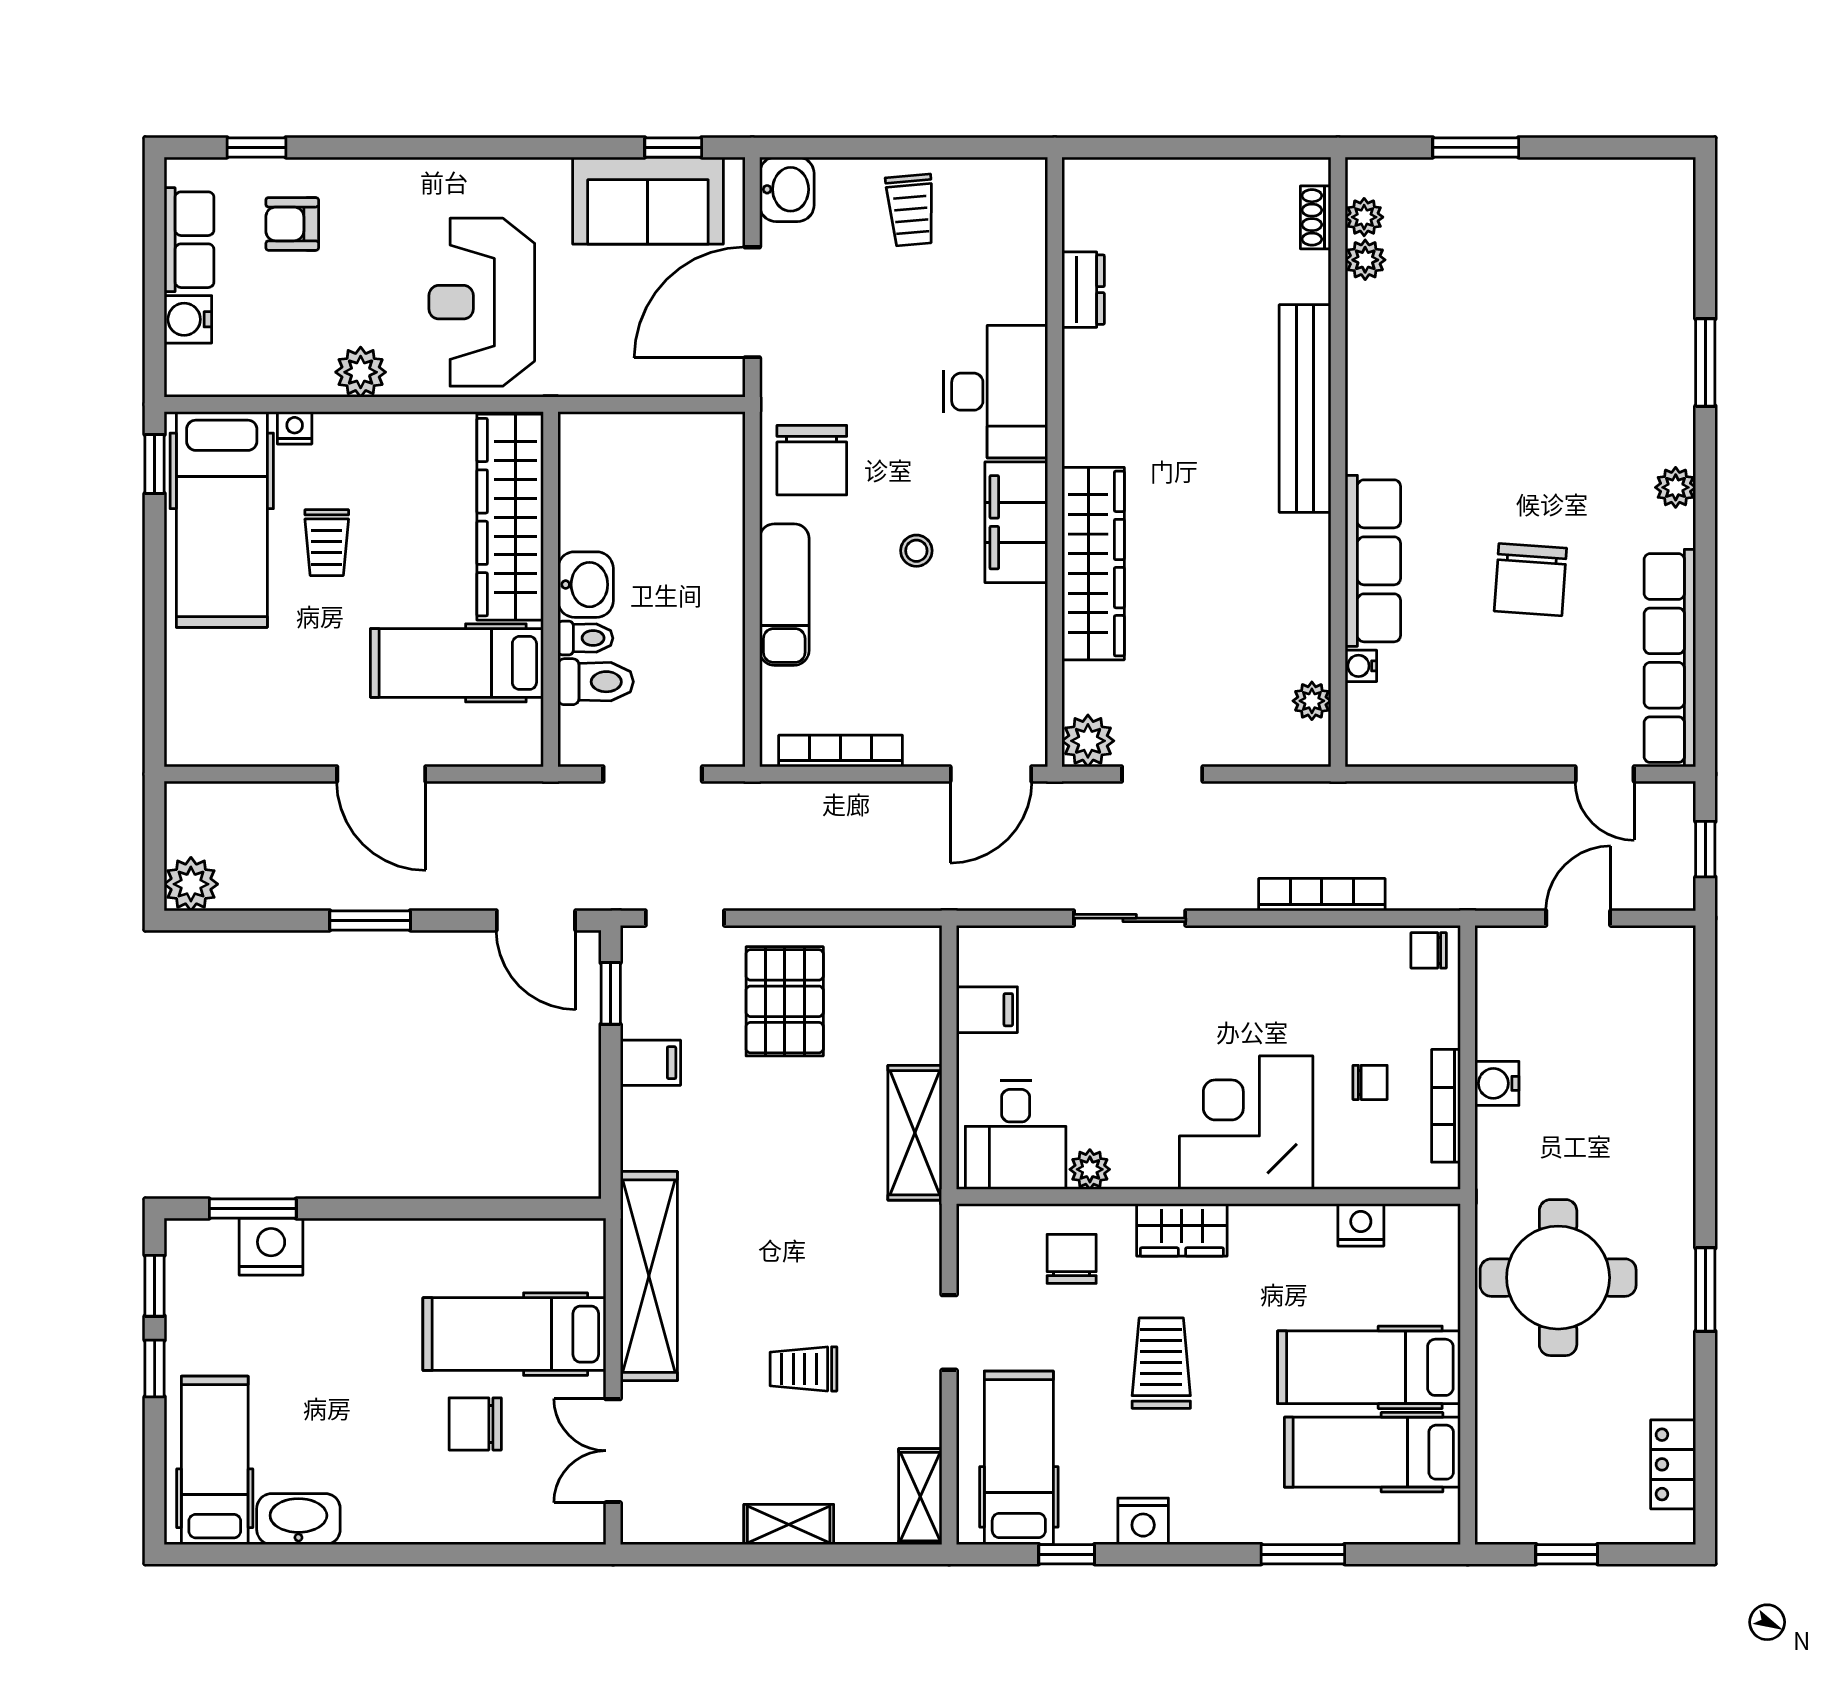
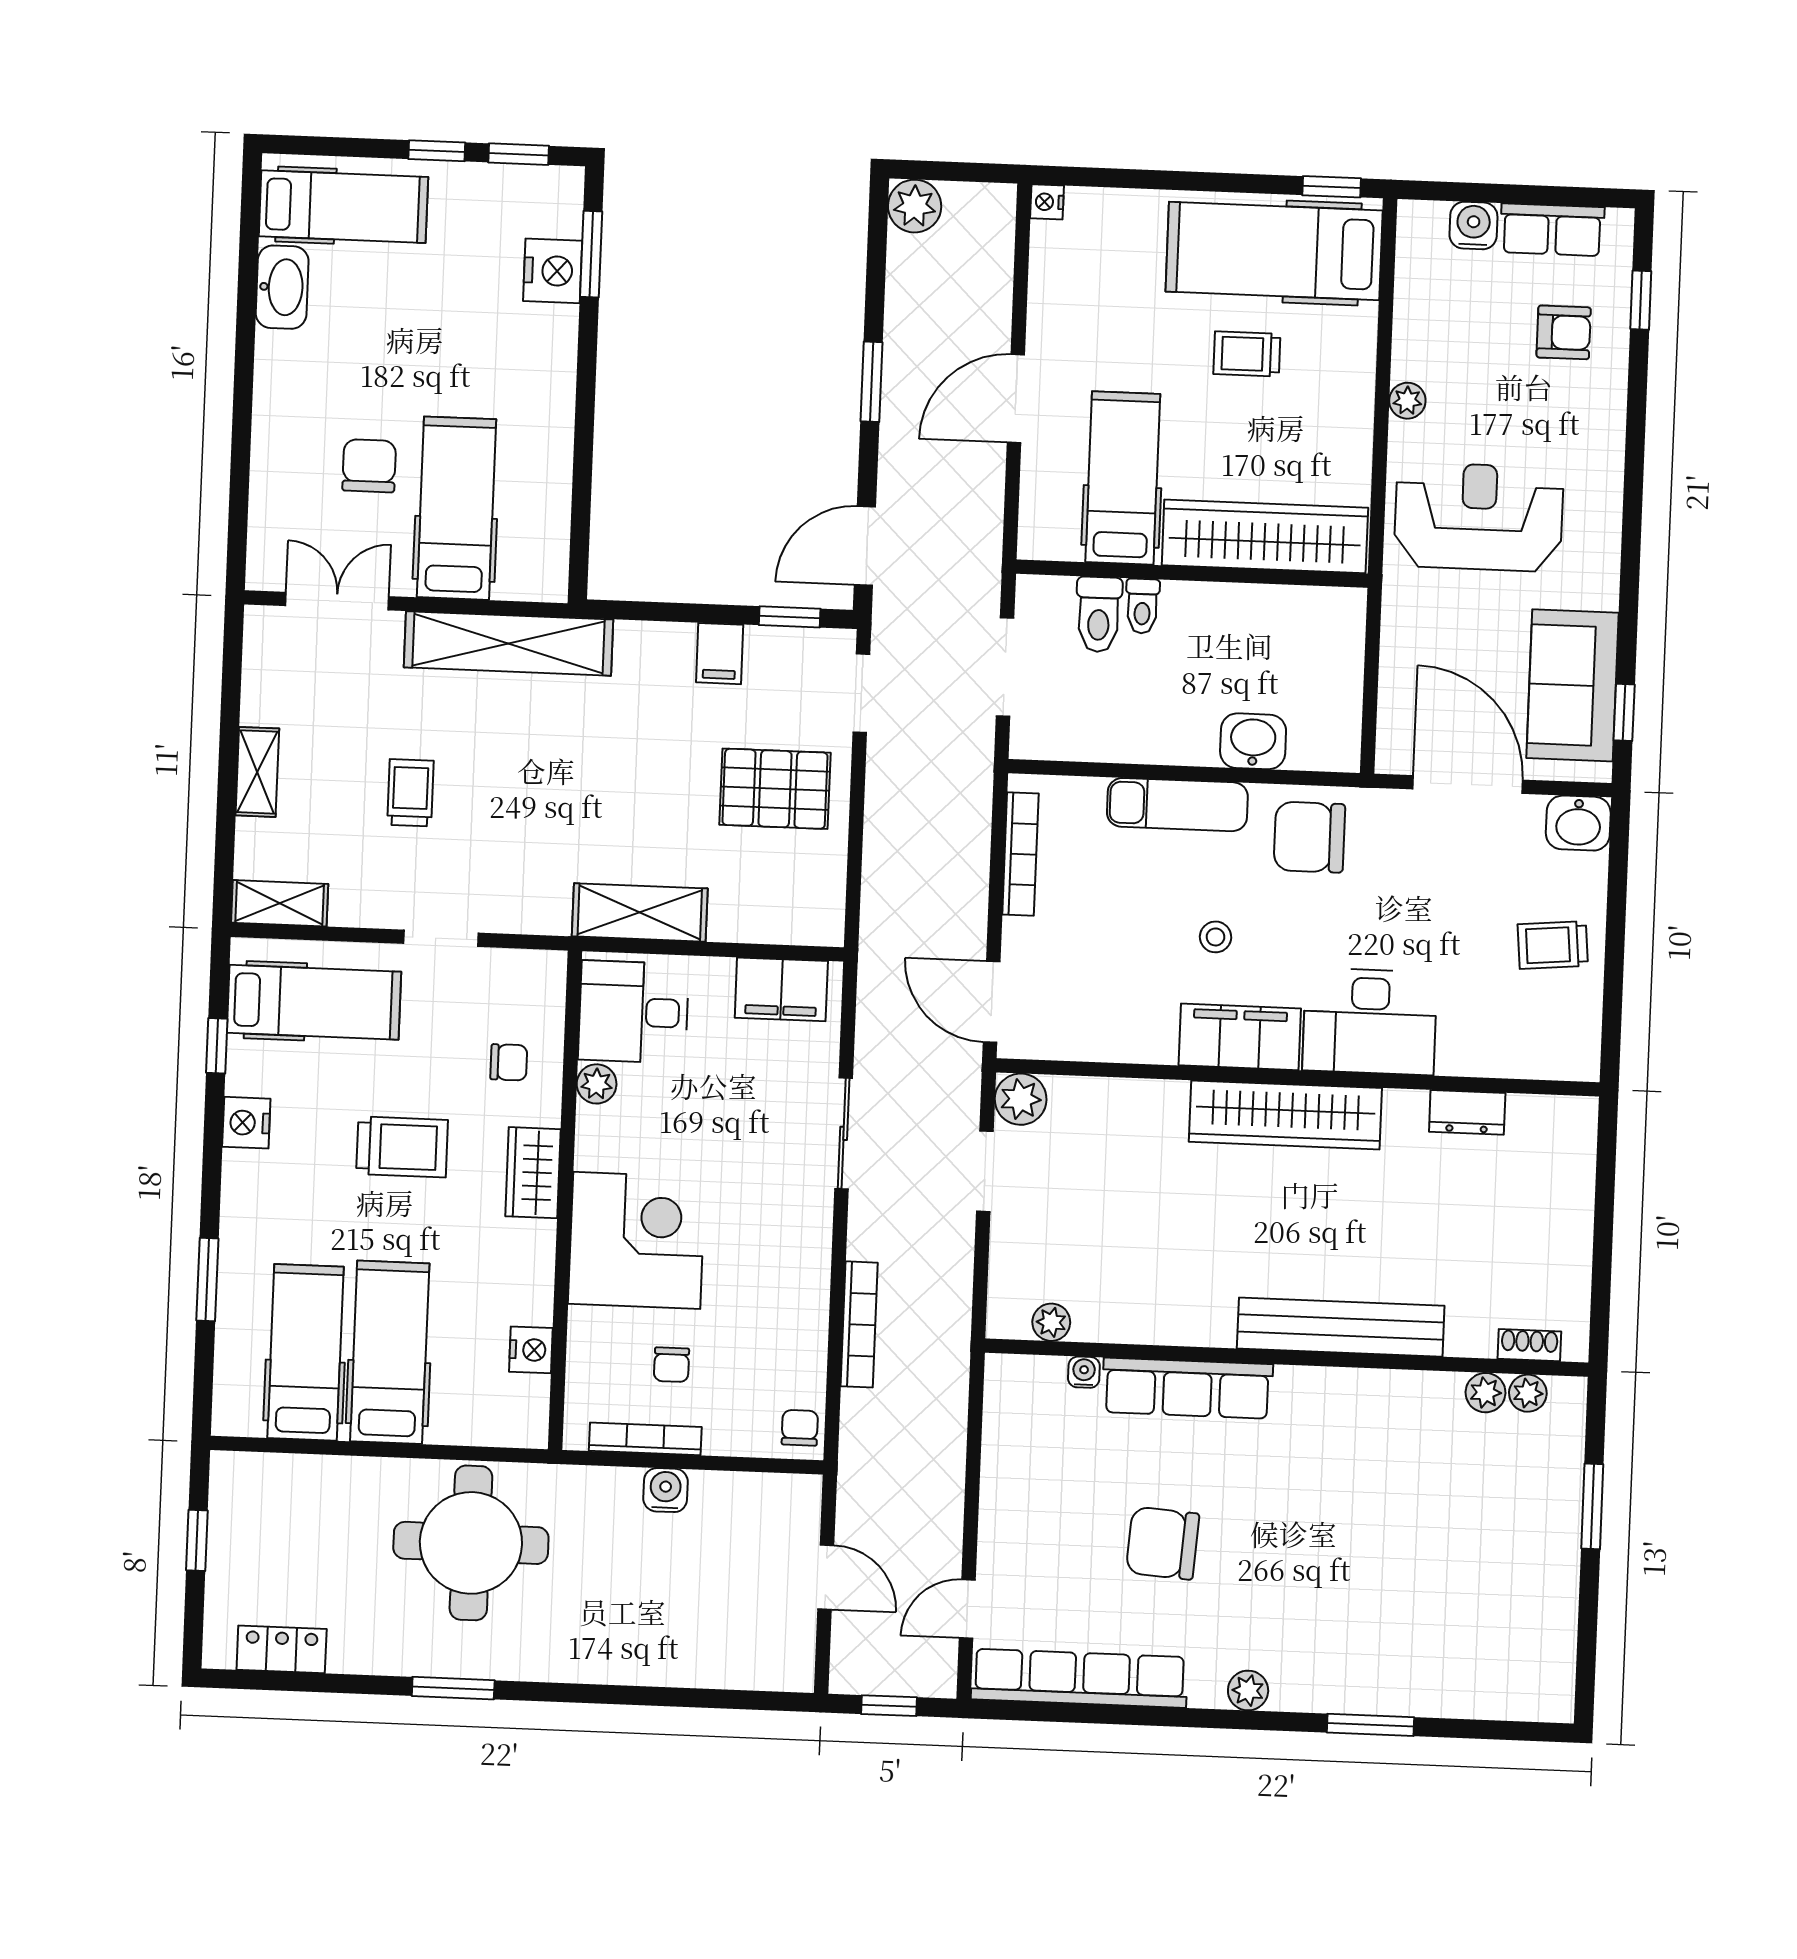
armchair: (292, 224) -> (1564, 332), turned 90
plant: (361, 372) -> (1407, 401), width x0.73, depth x0.73
nightstand: (295, 428) -> (1047, 202), moved, turned 180
wardrobe: (1093, 564) -> (1285, 1115), moved
washbasin: (586, 585) -> (1253, 741), moved, turned 180
filing cabinet: (987, 1010) -> (781, 989), width x2.00
chair: (1072, 1259) -> (509, 1062), width x0.73, depth x0.73

